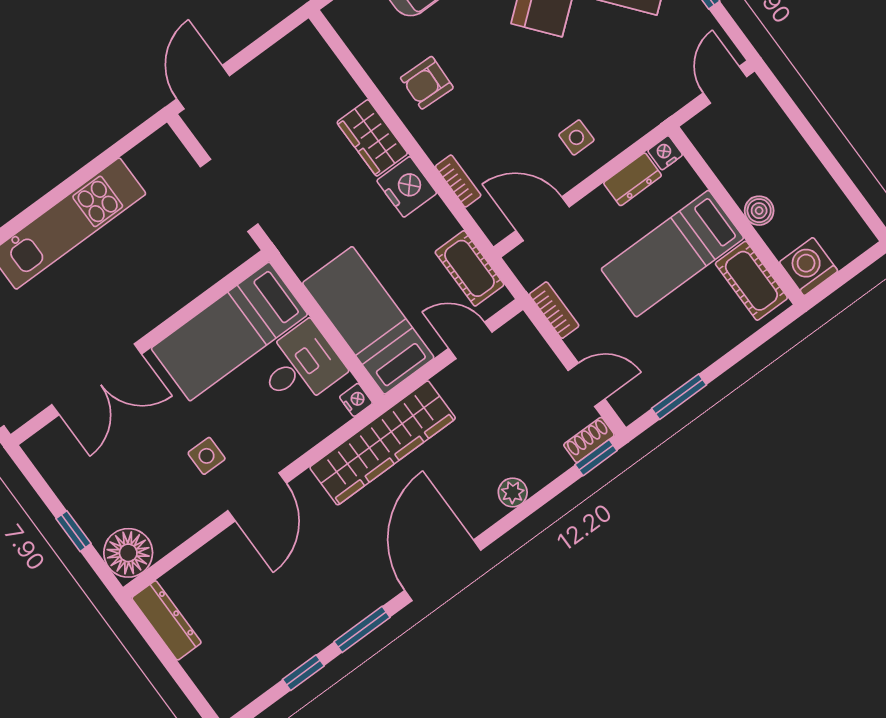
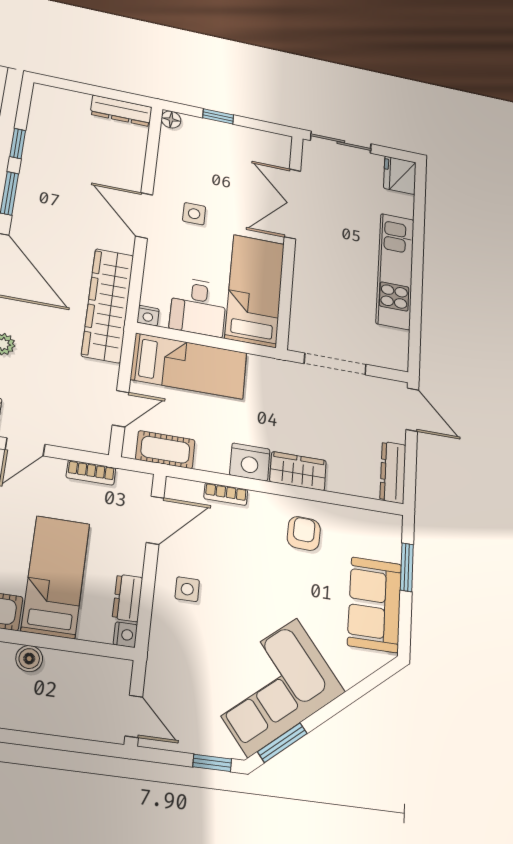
dresser: (287, 53) -> (393, 472), added
floor lamp: (128, 553) -> (171, 120), width x0.53, depth x0.53

